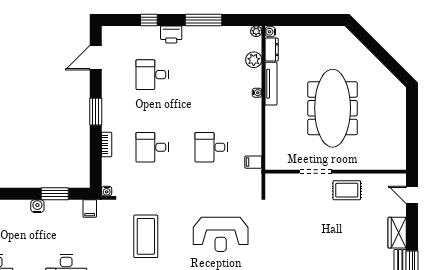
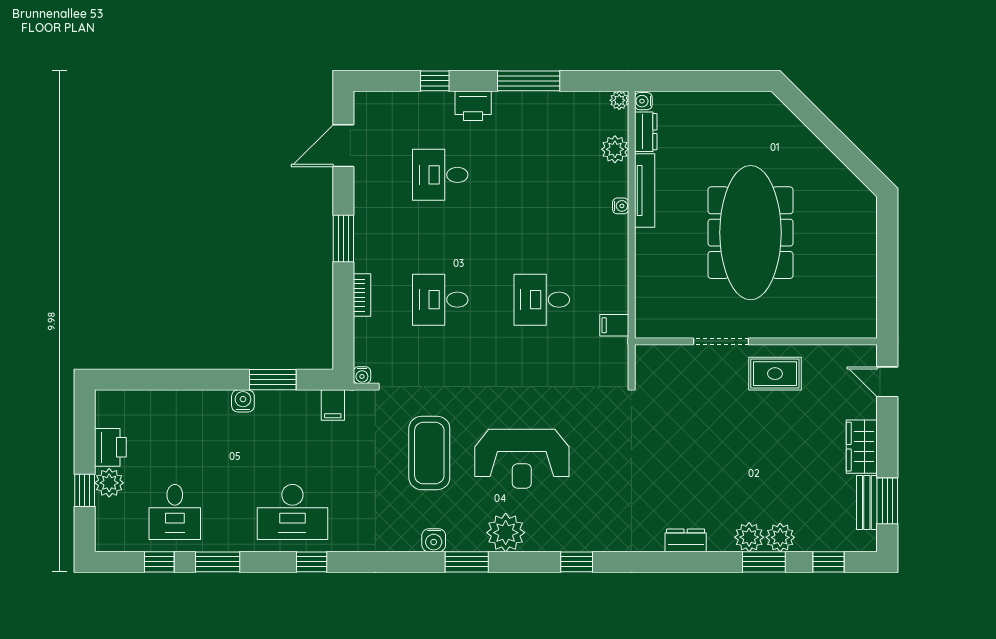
reception desk: (221, 234) -> (522, 459), moved

